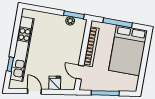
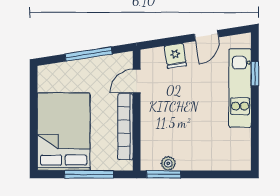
kitchen unit: (22, 49) -> (240, 88), width x0.73
door: (80, 72) -> (137, 81), swing flipped
door: (34, 91) -> (206, 36), hinge flipped

